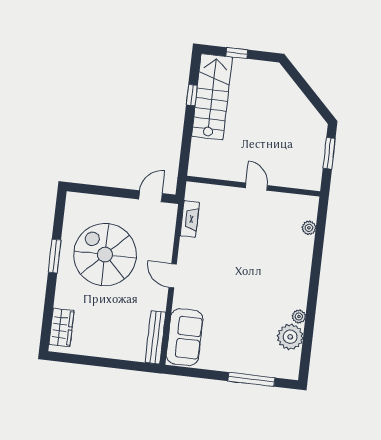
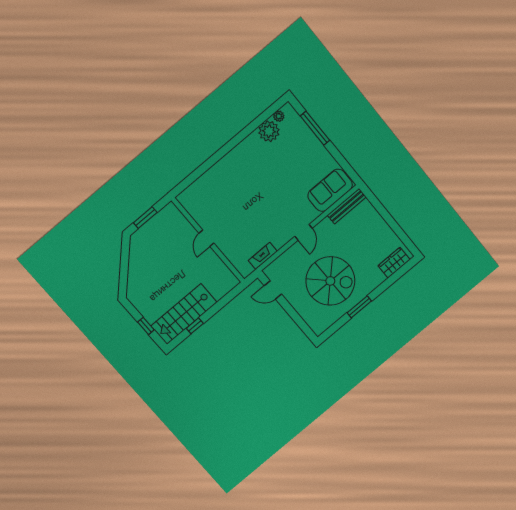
plant: (309, 228) -> (198, 185), removed
spiral stairs: (105, 255) -> (330, 281), turned -90
plant: (299, 316) -> (279, 116), moved

